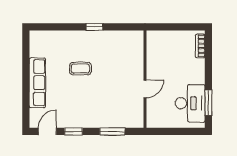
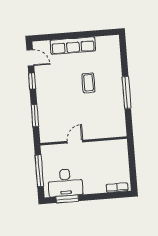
window: (95, 27) -> (127, 93), width x2.17
door: (145, 89) -> (75, 142), swing flipped
window: (174, 131) -> (39, 171), added

